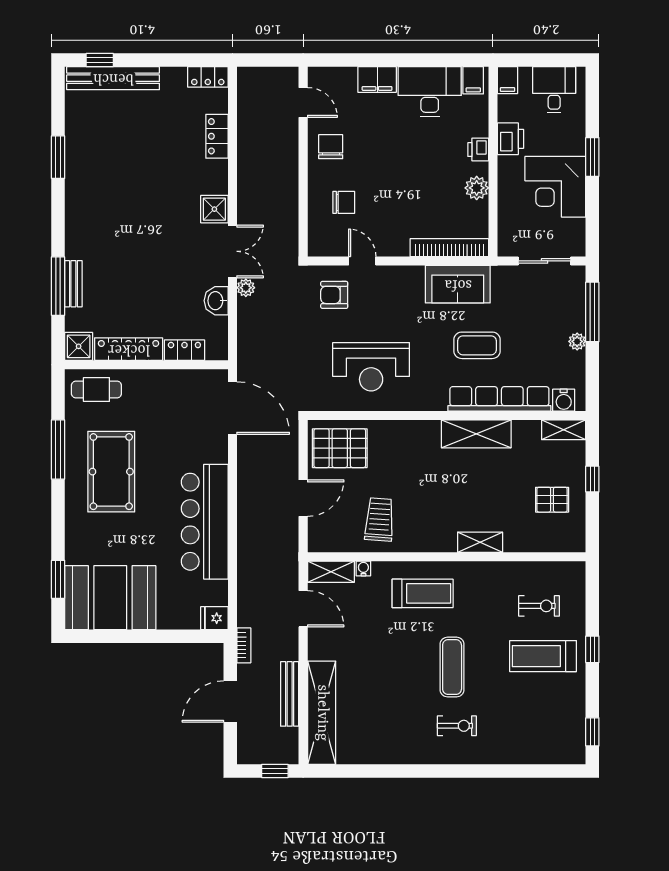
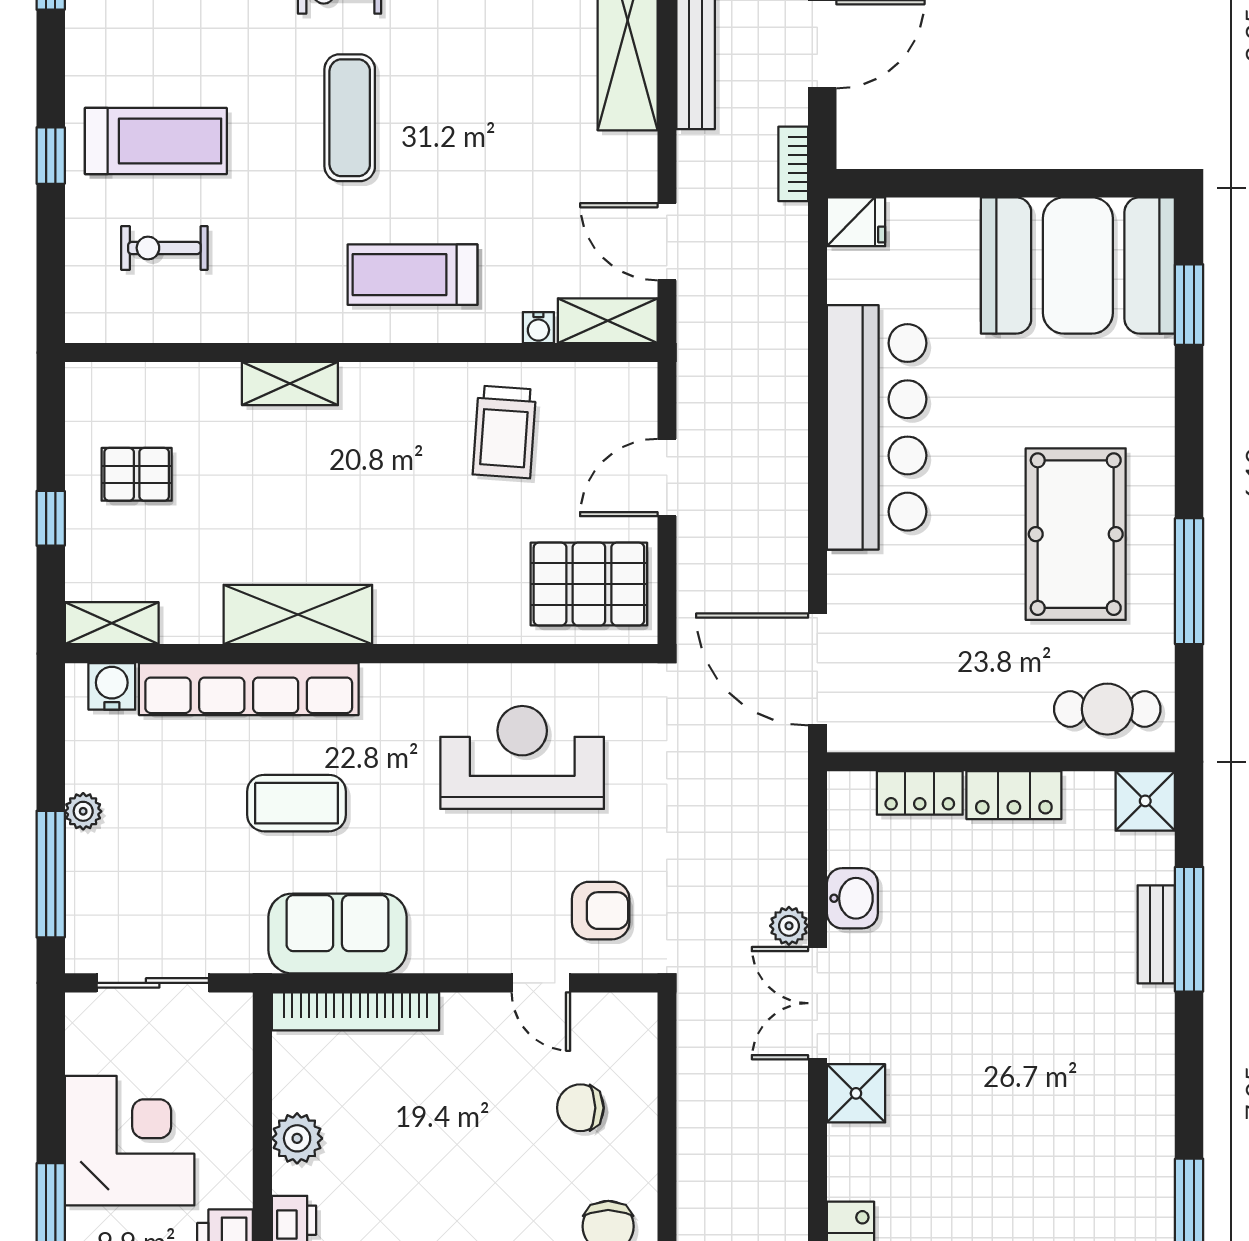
locker: (129, 349) -> (1014, 795), width x0.66

